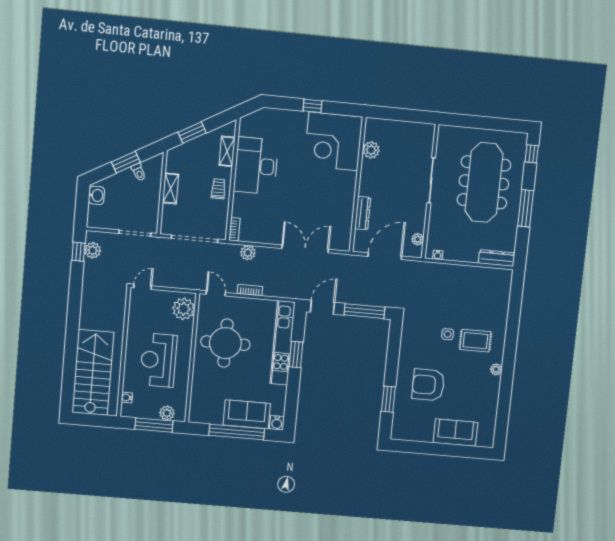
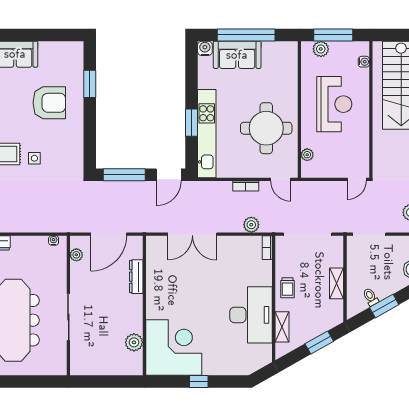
plant: (184, 309) -> (307, 155), width x0.53, depth x0.53

